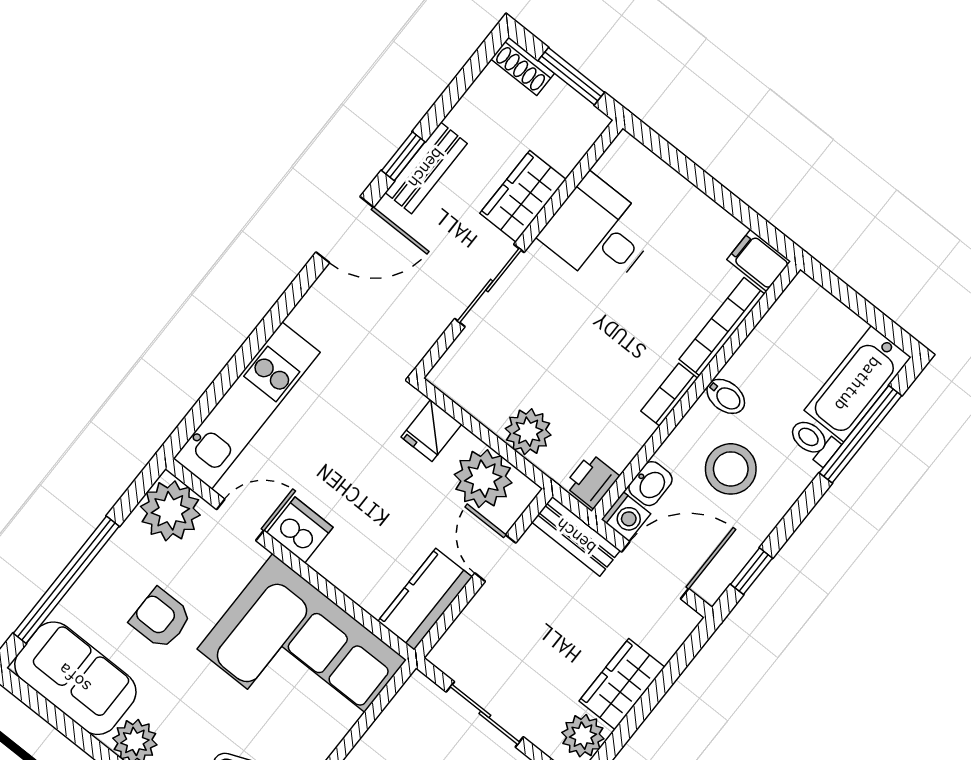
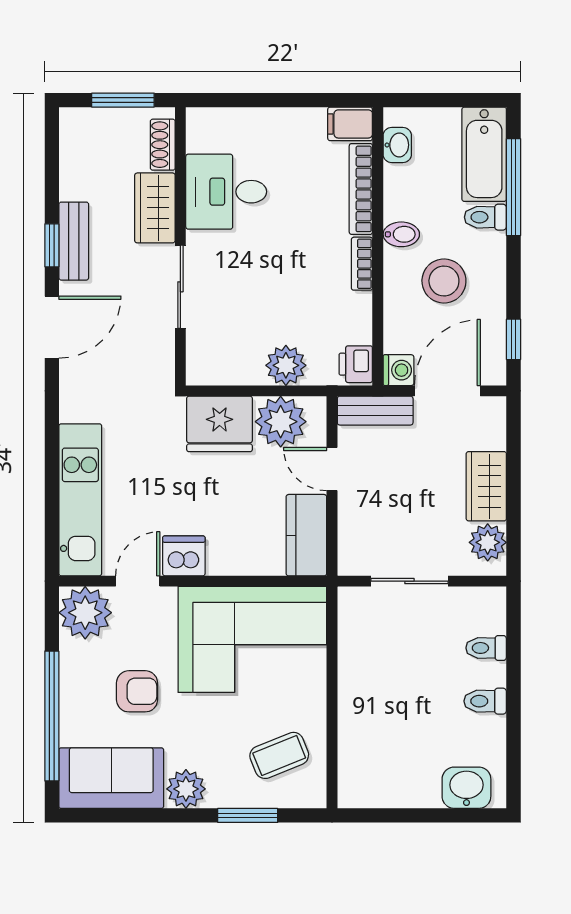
shoe rack: (523, 66) -> (163, 145), moved, turned 90
fridge: (431, 431) -> (220, 424), width x1.88, depth x1.34
washbasin: (650, 484) -> (397, 145), moved
armchair: (161, 619) -> (137, 691), turned 180

